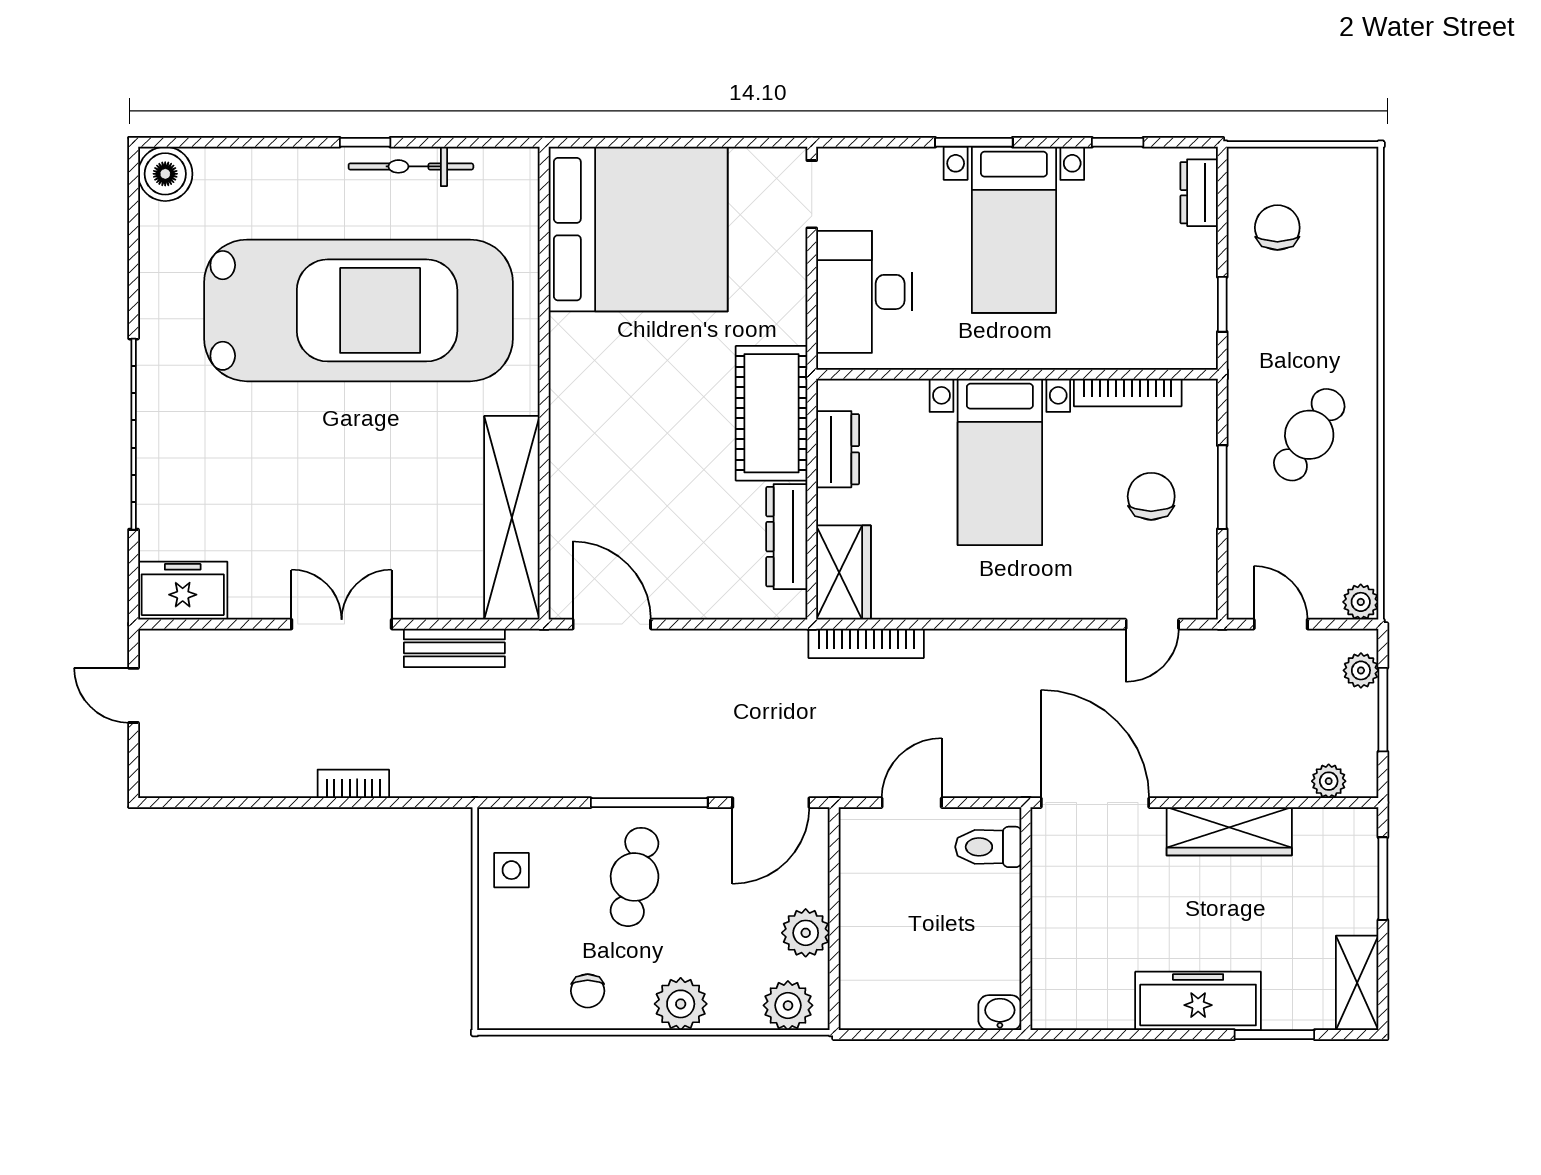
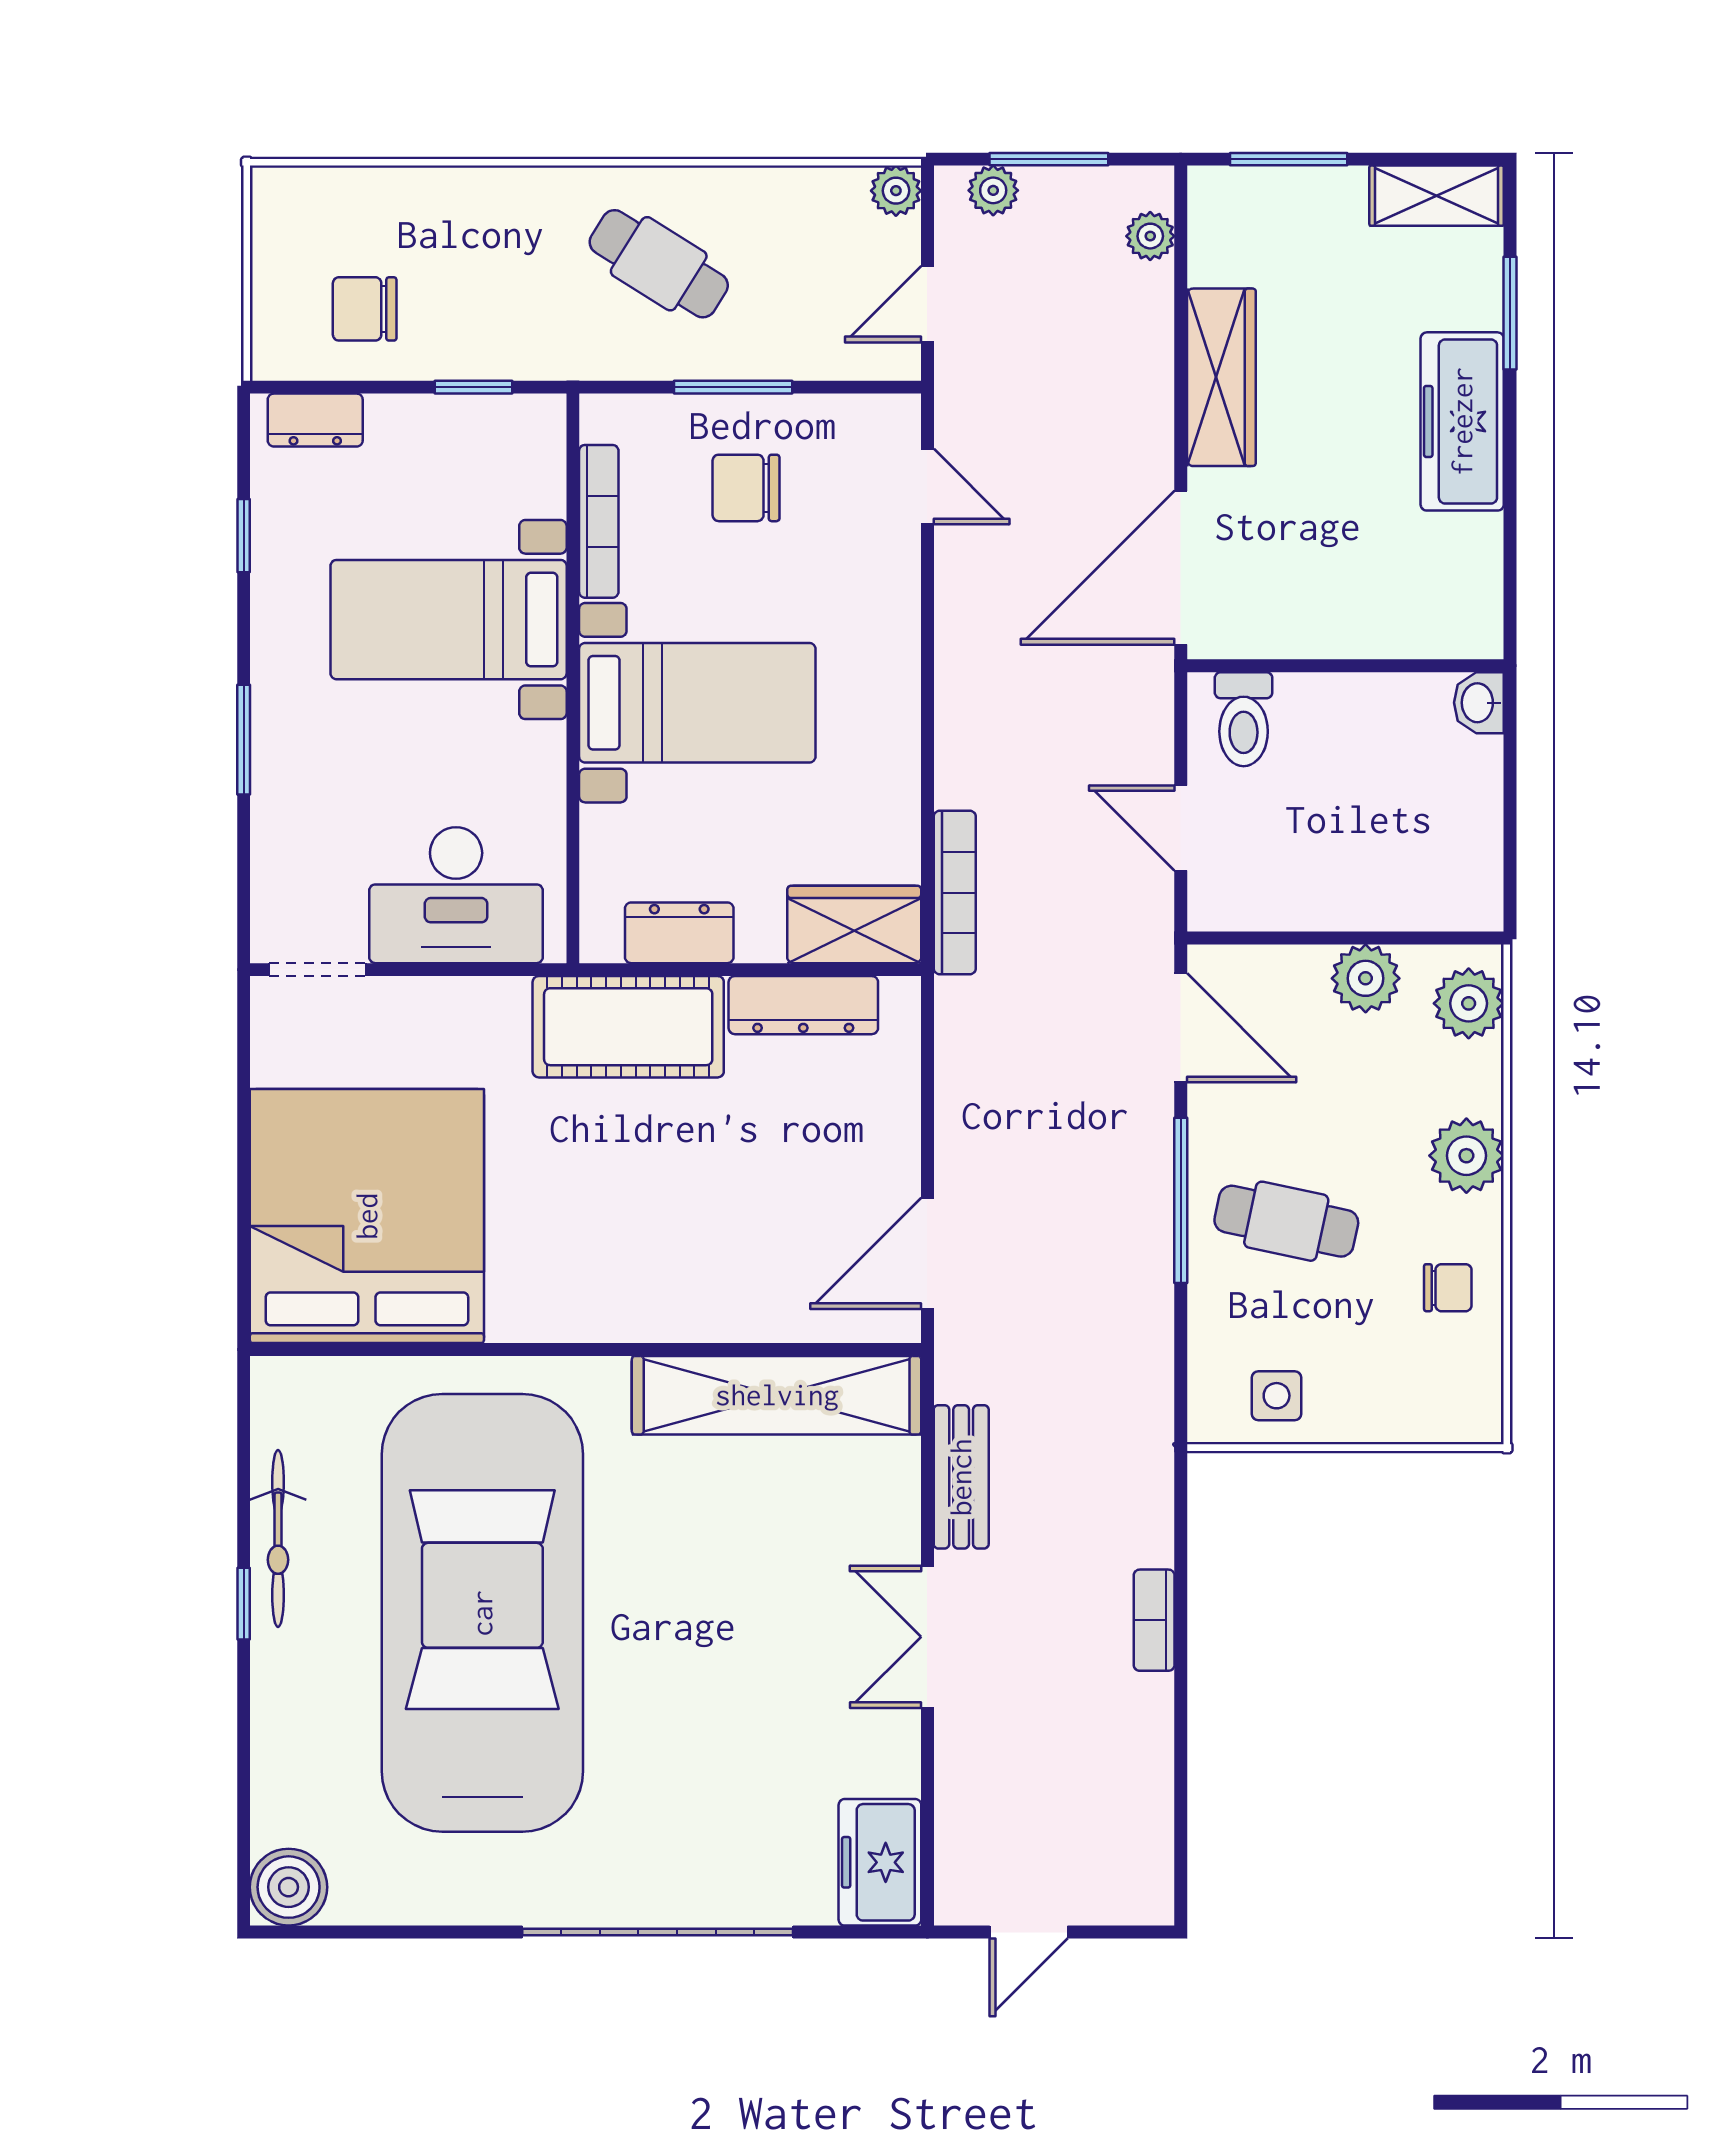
bed with nightstands: (1014, 230) -> (449, 620), moved, turned 180

